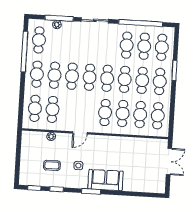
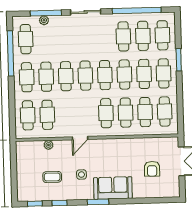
armchair: (142, 166) -> (152, 169), added

